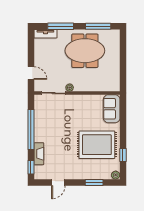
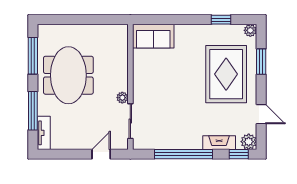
rug: (97, 145) -> (226, 74), moved
plant: (39, 174) -> (249, 142), added

